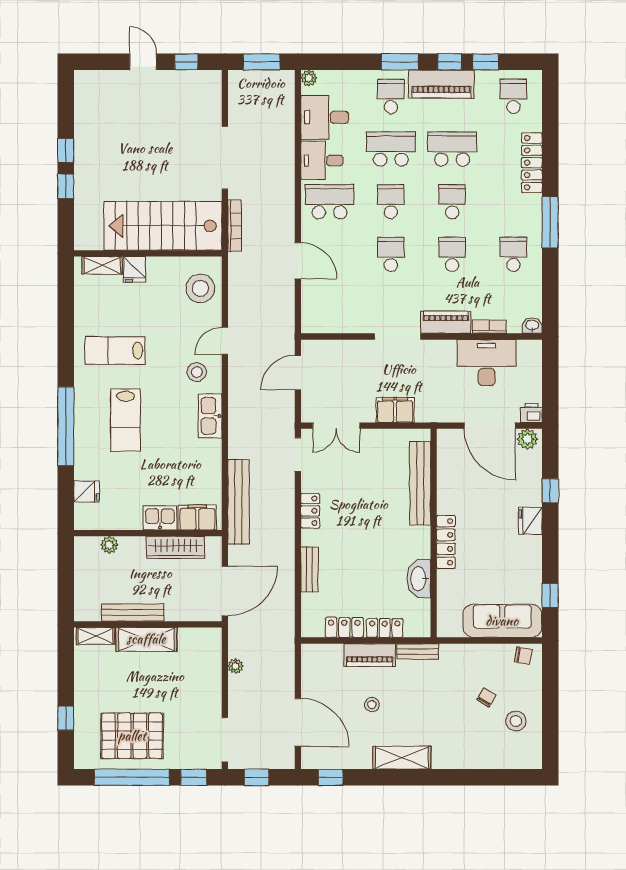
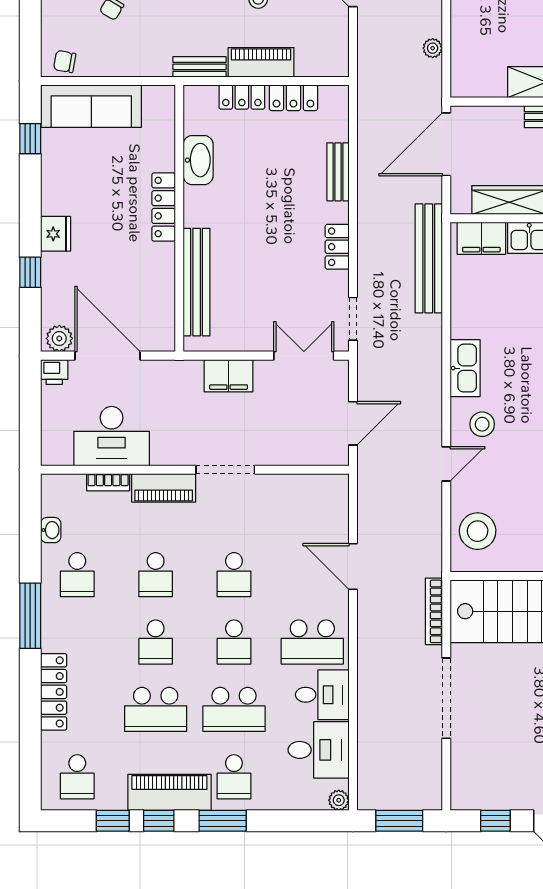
washbasin: (532, 325) -> (51, 530), moved, turned -90

